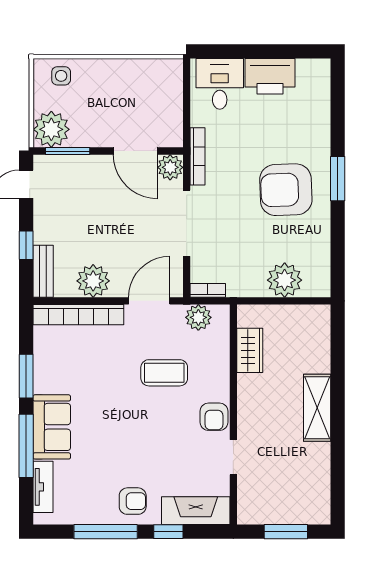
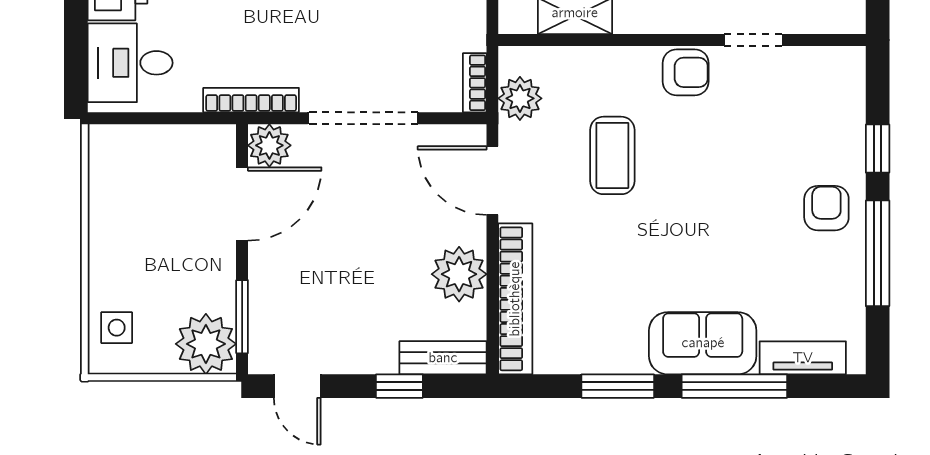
fireplace: (196, 511) -> (842, 103), removed

